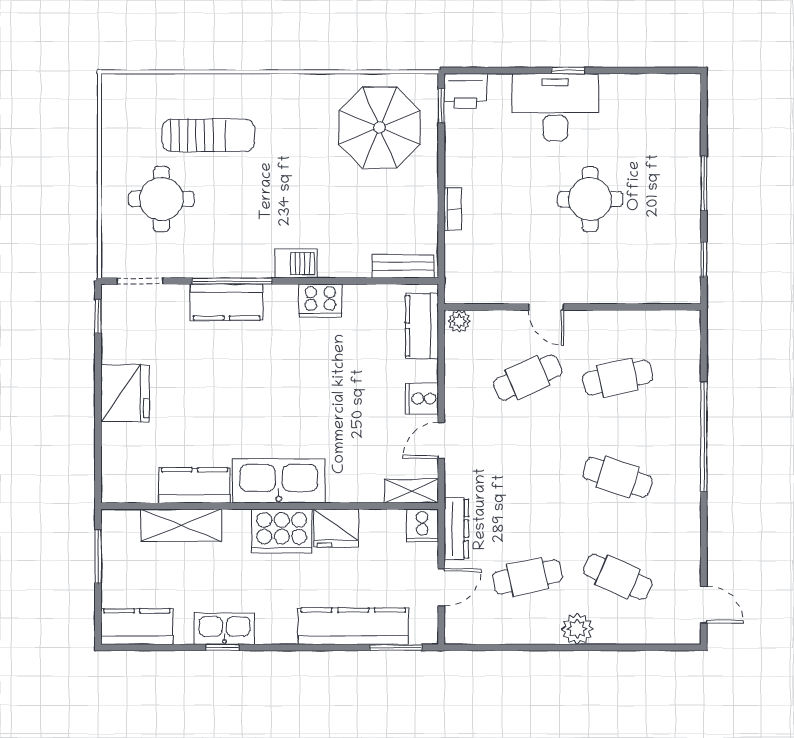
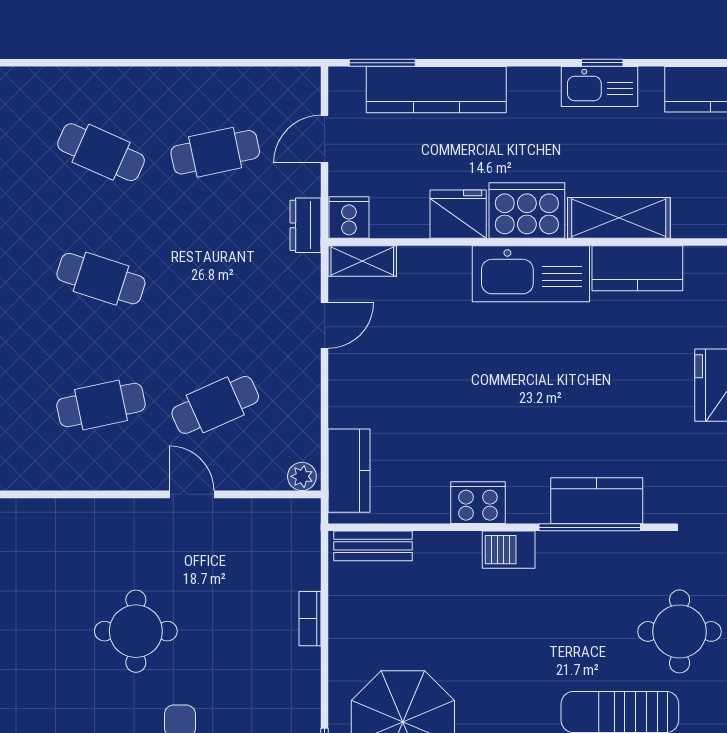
cooker: (422, 399) -> (349, 378), removed
shelving: (181, 525) -> (619, 218), moved
dresser: (456, 529) -> (305, 225), width x0.70
plant: (577, 629) -> (152, 86), removed

